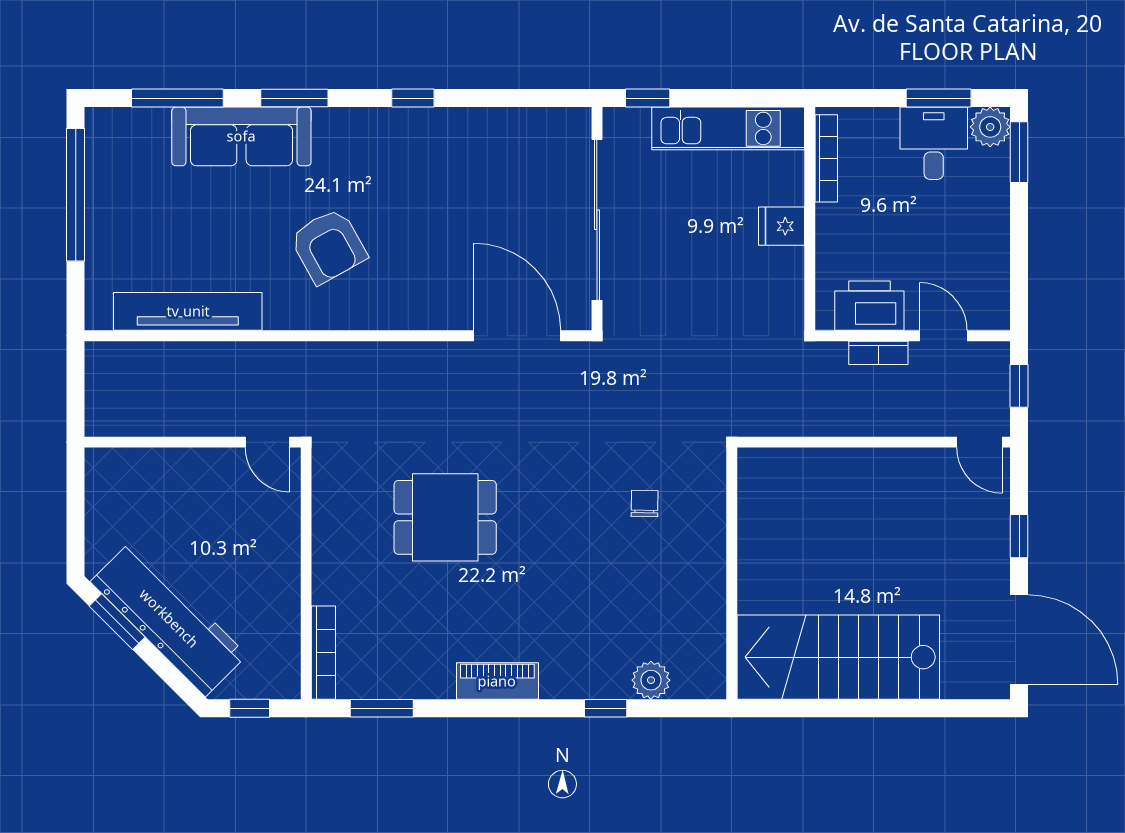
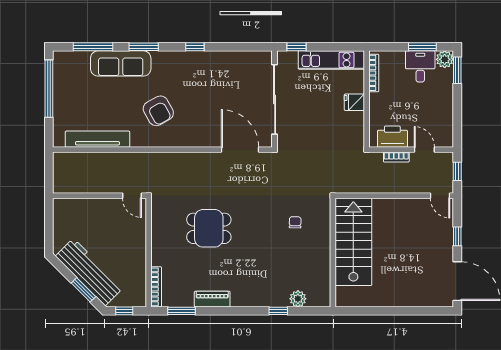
window: (117, 622) -> (83, 290), moved
stairs: (838, 657) -> (353, 242), moved, turned 90
piano: (497, 681) -> (212, 299), moved

